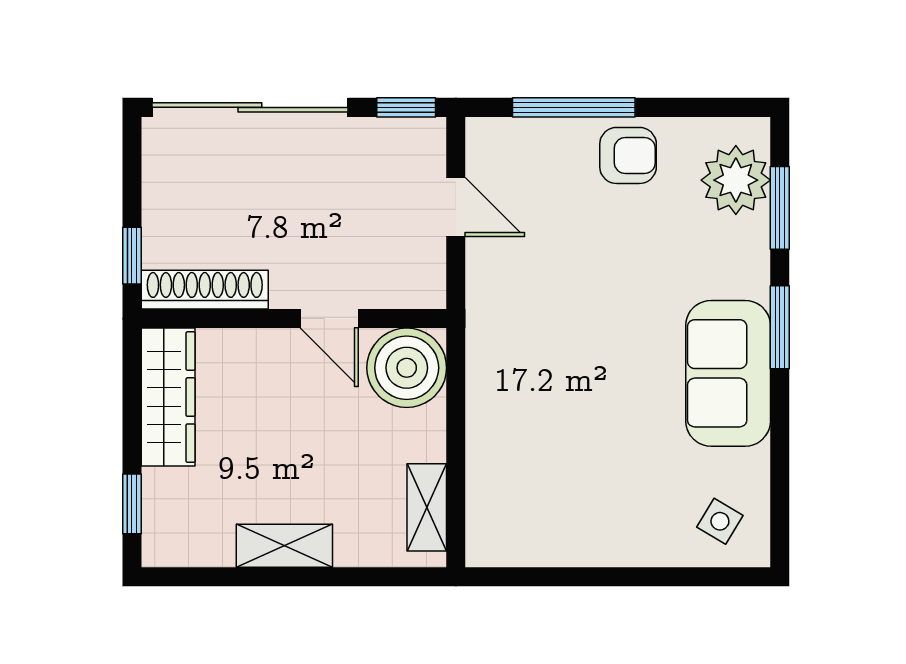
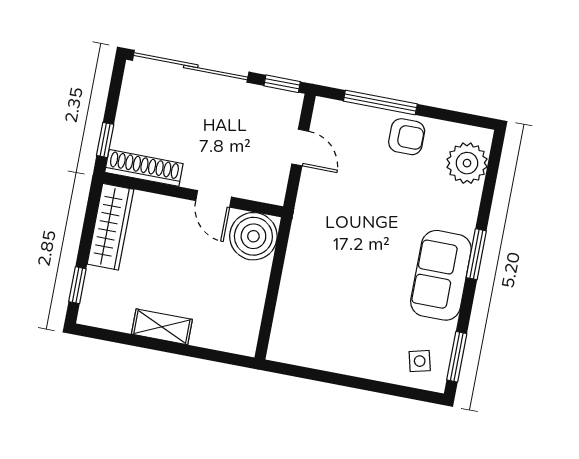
window: (780, 208) -> (457, 357), moved
shelving: (427, 507) -> (250, 320), removed
side table: (720, 521) -> (420, 361), turned 45

